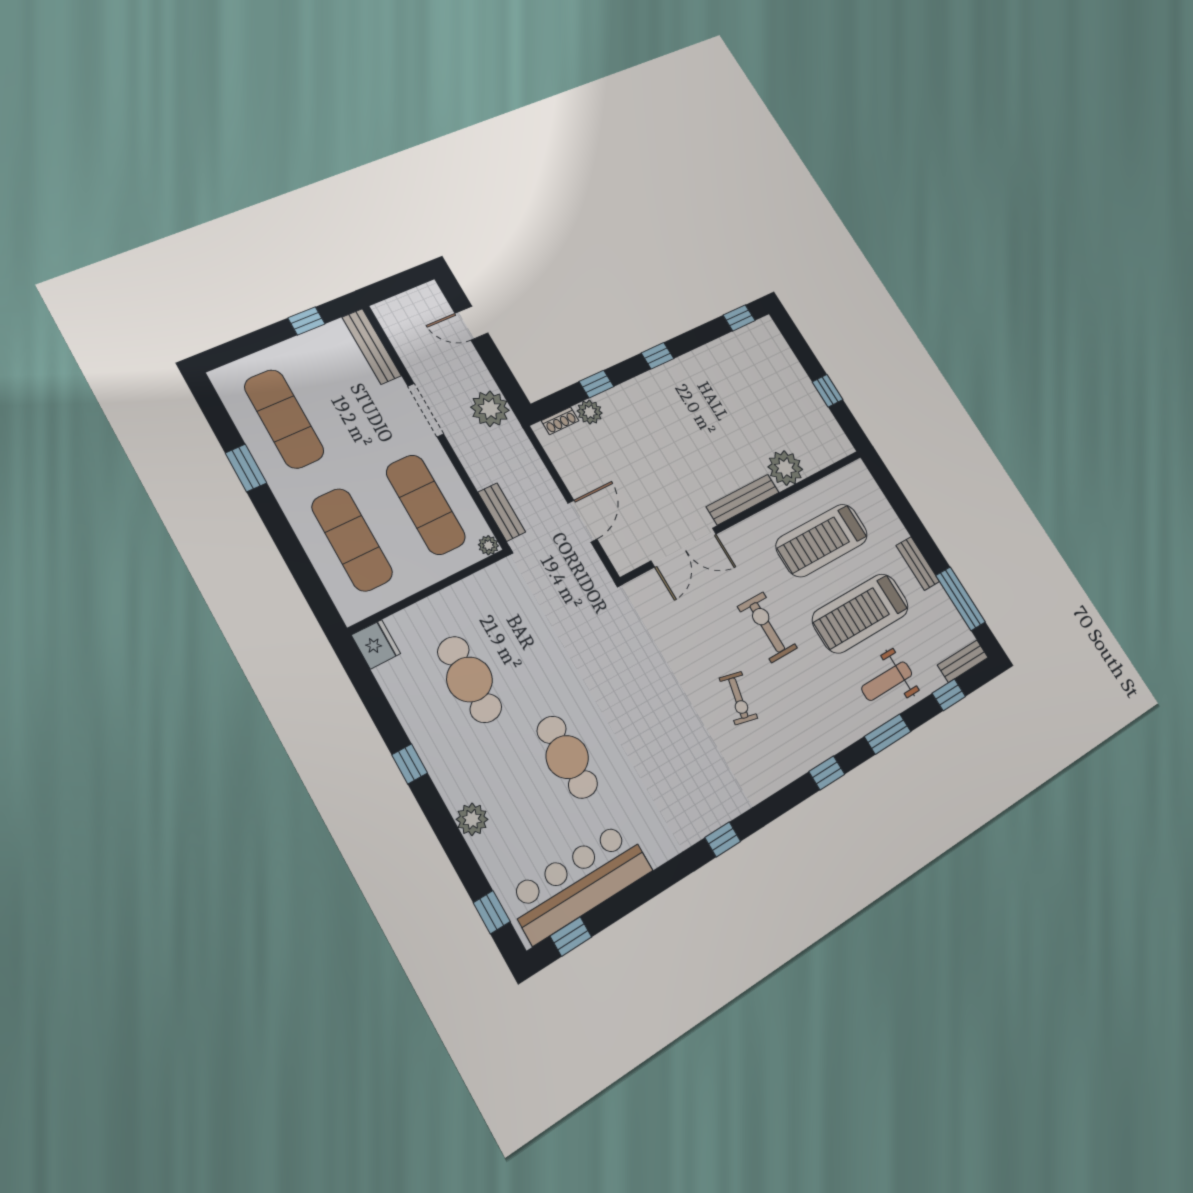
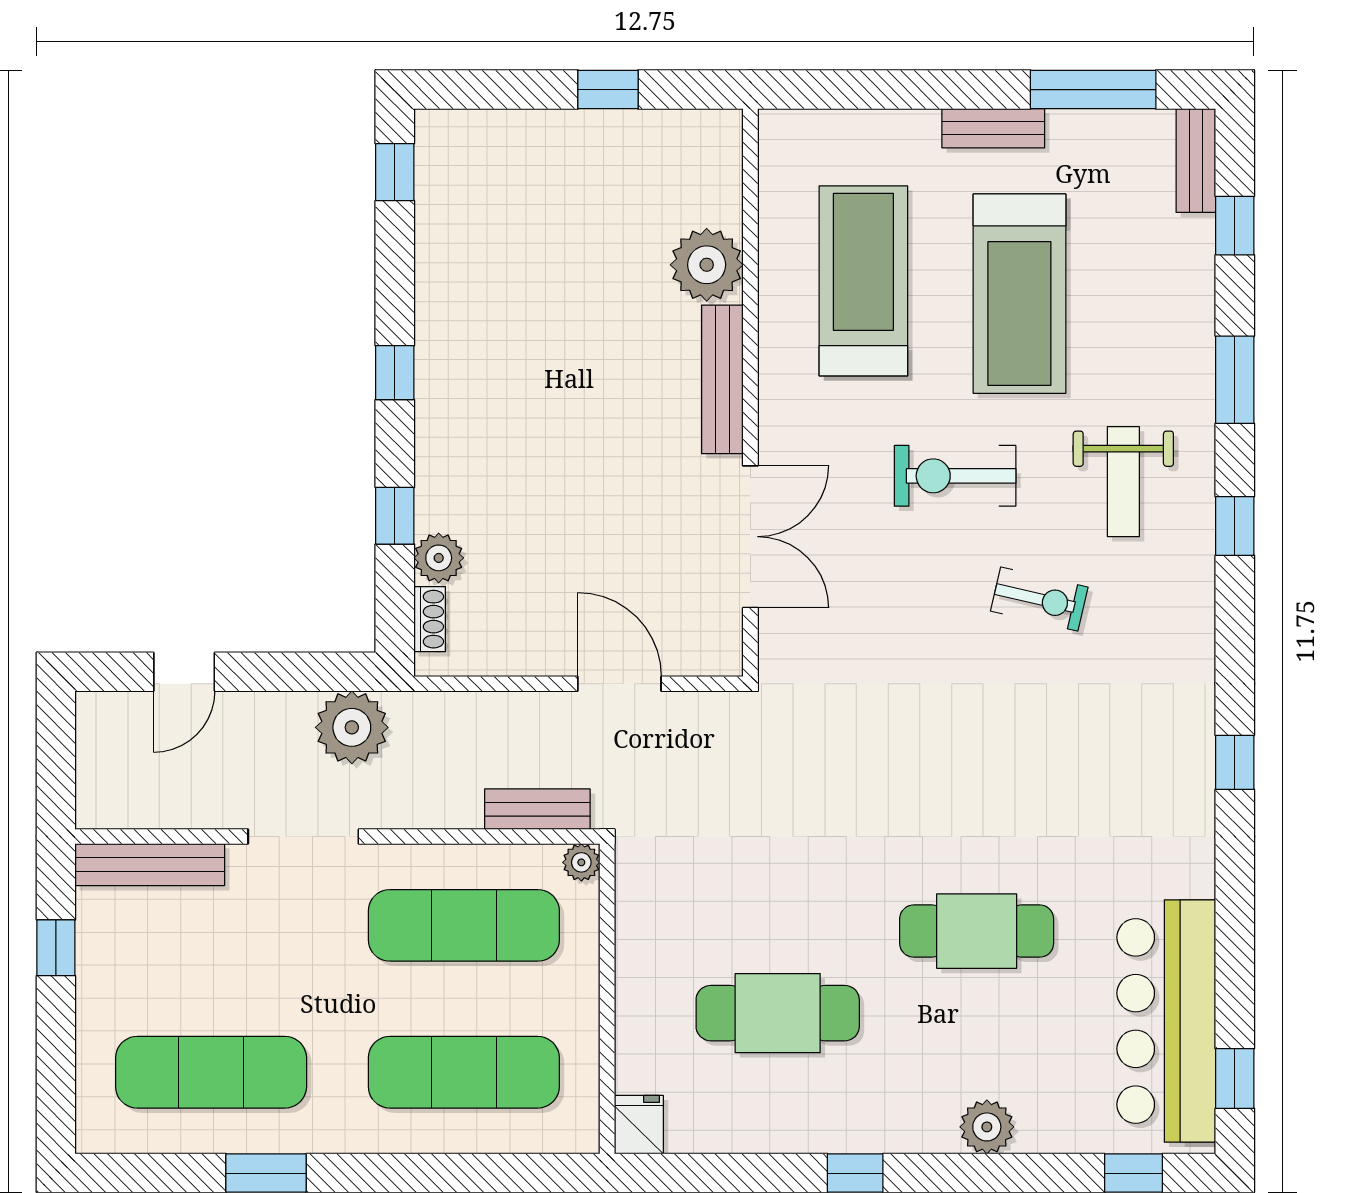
treadmill: (822, 540) -> (863, 281), turned 180
fridge: (376, 644) -> (639, 1125), width x0.72
weight bench: (887, 681) -> (1123, 482), moved

